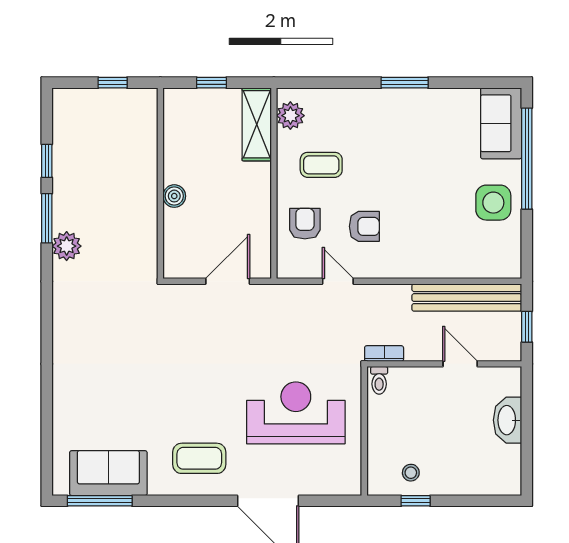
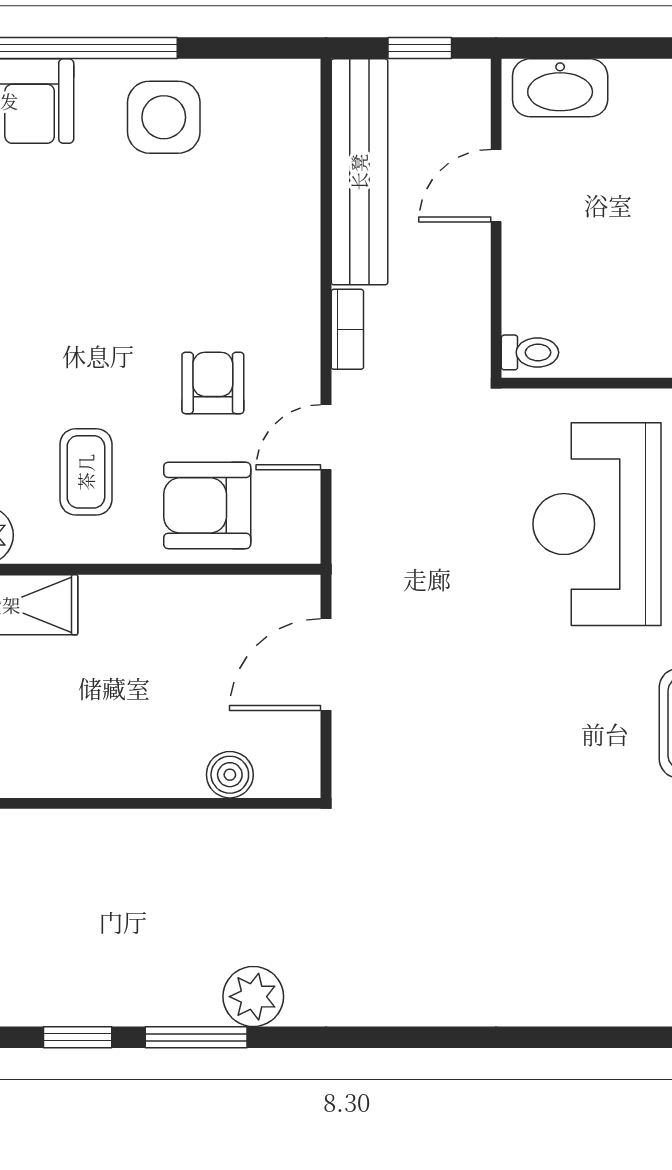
boiler: (174, 196) -> (230, 775), moved
armchair: (305, 224) -> (207, 505), width x1.38, depth x1.38
door: (228, 281) -> (326, 665), hinge flipped
bookcase: (384, 354) -> (347, 329), moved, turned 180
washbasin: (508, 420) -> (560, 88), moved

